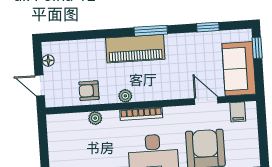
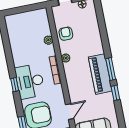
window: (208, 27) -> (115, 93), moved
piano: (135, 49) -> (100, 74), moved

